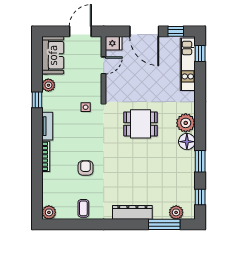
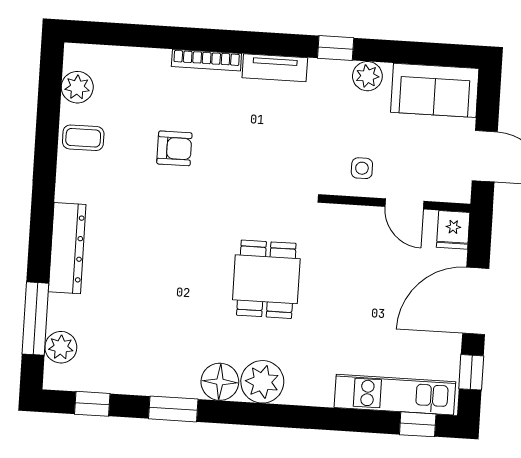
side table: (86, 107) -> (362, 168), moved
plant: (49, 212) -> (77, 87), moved

